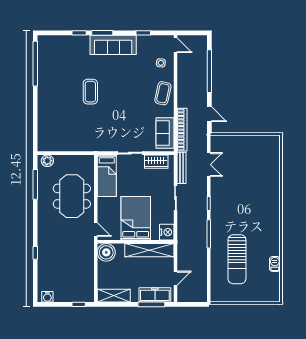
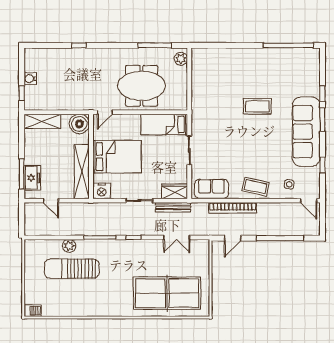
sofa: (113, 45) -> (306, 132), width x1.36, depth x1.27
door: (175, 45) -> (309, 201), hinge flipped
bookcase: (182, 130) -> (233, 208), moved
wardrobe: (156, 162) -> (175, 191), moved, turned 90
table tennis table: (259, 173) -> (167, 293), added
plant: (216, 262) -> (69, 246), added
barbecue: (275, 264) -> (32, 311), moved
freezer: (155, 295) -> (32, 178), width x0.71
shelving: (114, 296) -> (42, 121), moved, turned 90
water cooler: (47, 297) -> (30, 79), moved

